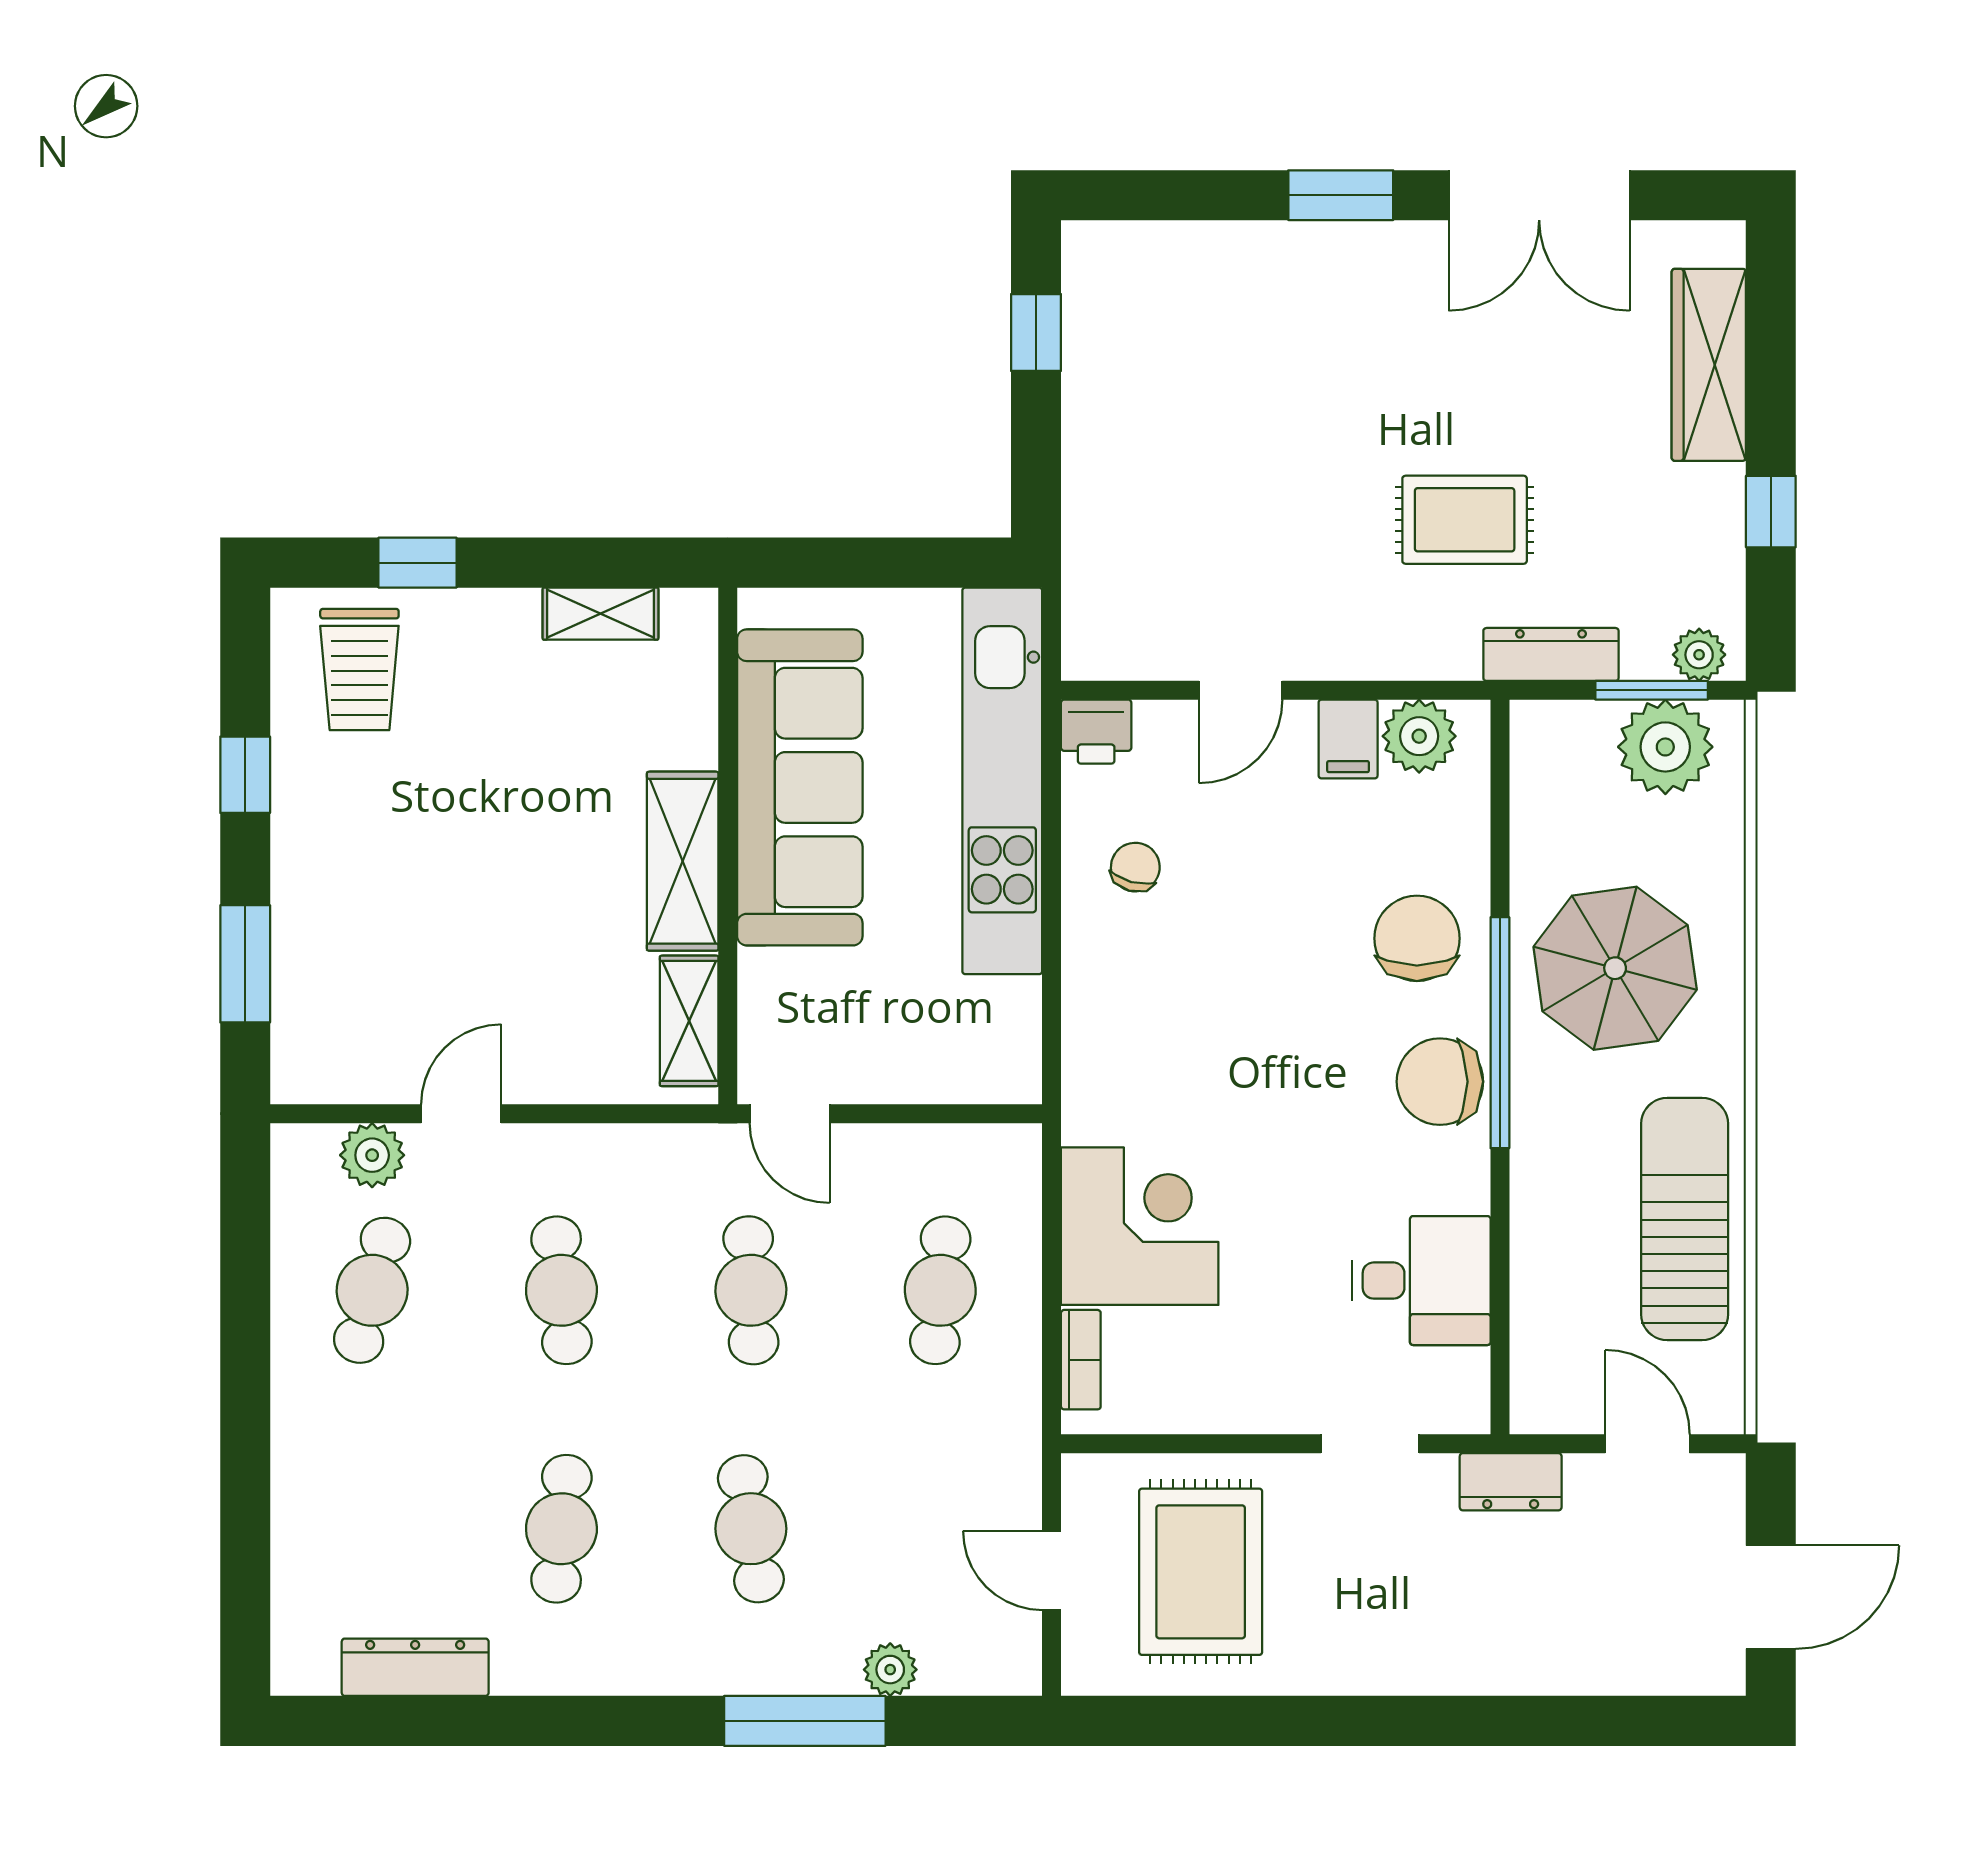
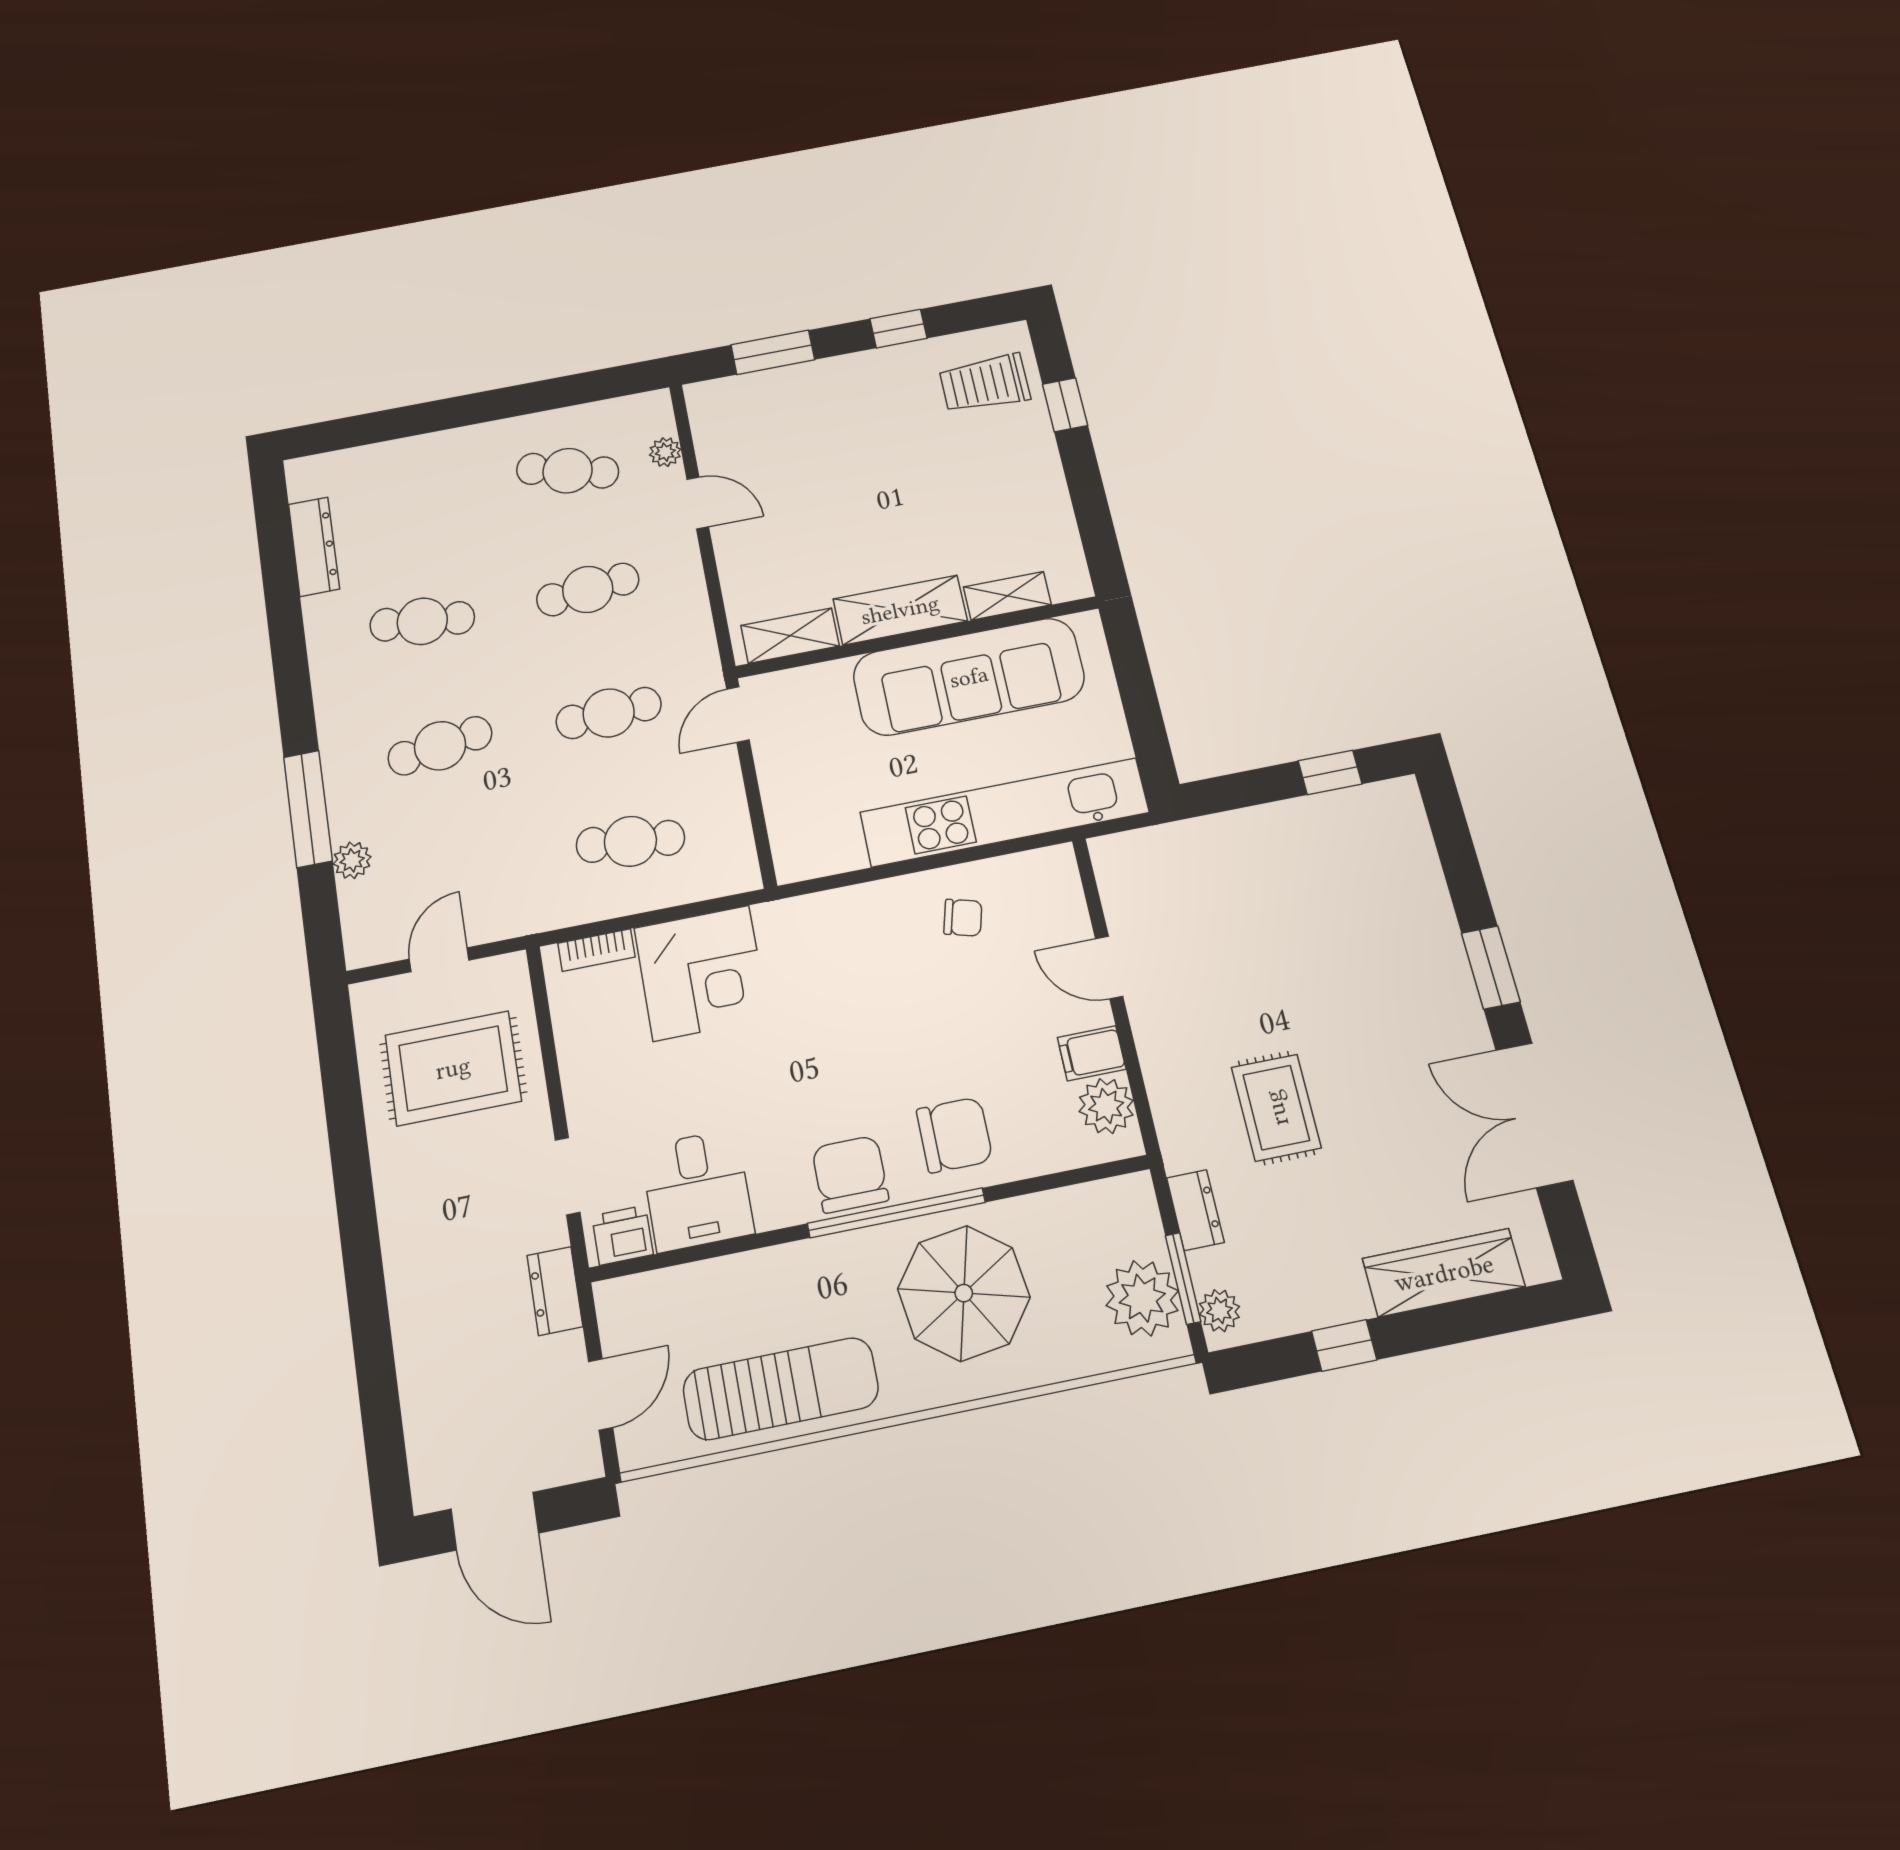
shelving: (601, 614) -> (1007, 596), moved, turned 90
dresser: (1551, 654) -> (1195, 1210), width x0.70
printer: (1096, 732) -> (622, 1235), moved, turned 90
plant: (372, 1155) -> (665, 452), width x0.73, depth x0.73

